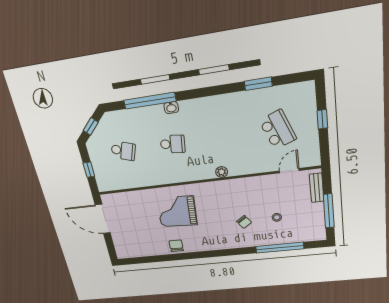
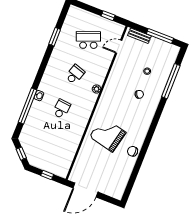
window: (322, 119) -> (108, 16), moved
school desk: (123, 151) -> (75, 74), moved
door: (289, 171) -> (119, 47), hinge flipped
grand piano: (177, 211) -> (108, 135), turned 100

